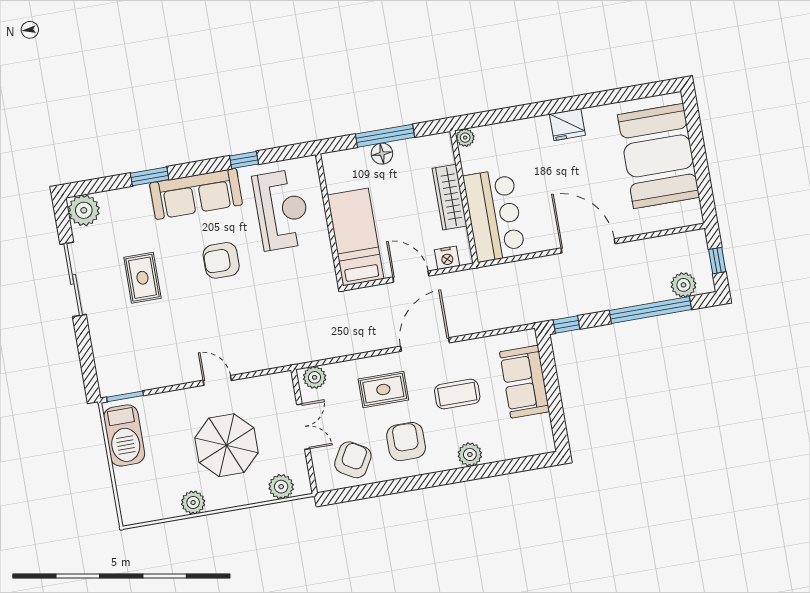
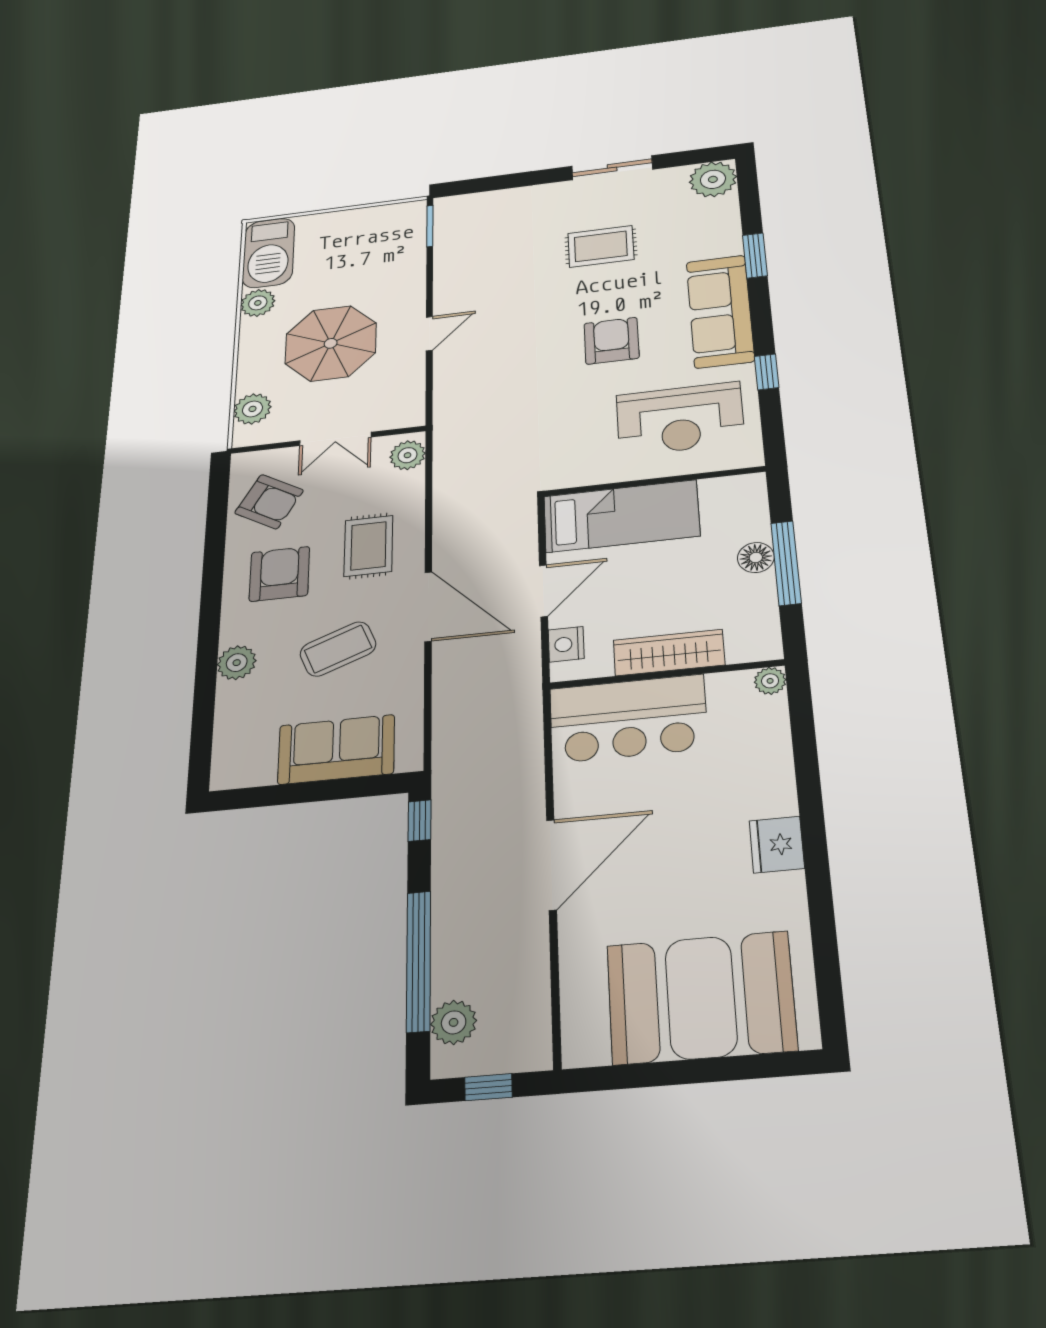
sliding door: (73, 279) -> (612, 168), width x0.73
coffee table: (457, 394) -> (338, 649), turned 68
barbecue: (124, 435) -> (269, 253), moved, turned -90
armchair: (406, 442) -> (279, 574), turned -90

